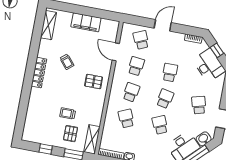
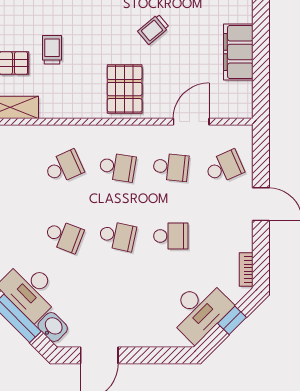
pallet: (94, 82) -> (125, 89), width x1.50, depth x1.42
school desk: (199, 105) -> (117, 305), removed
school desk: (160, 125) -> (64, 236), turned 45

